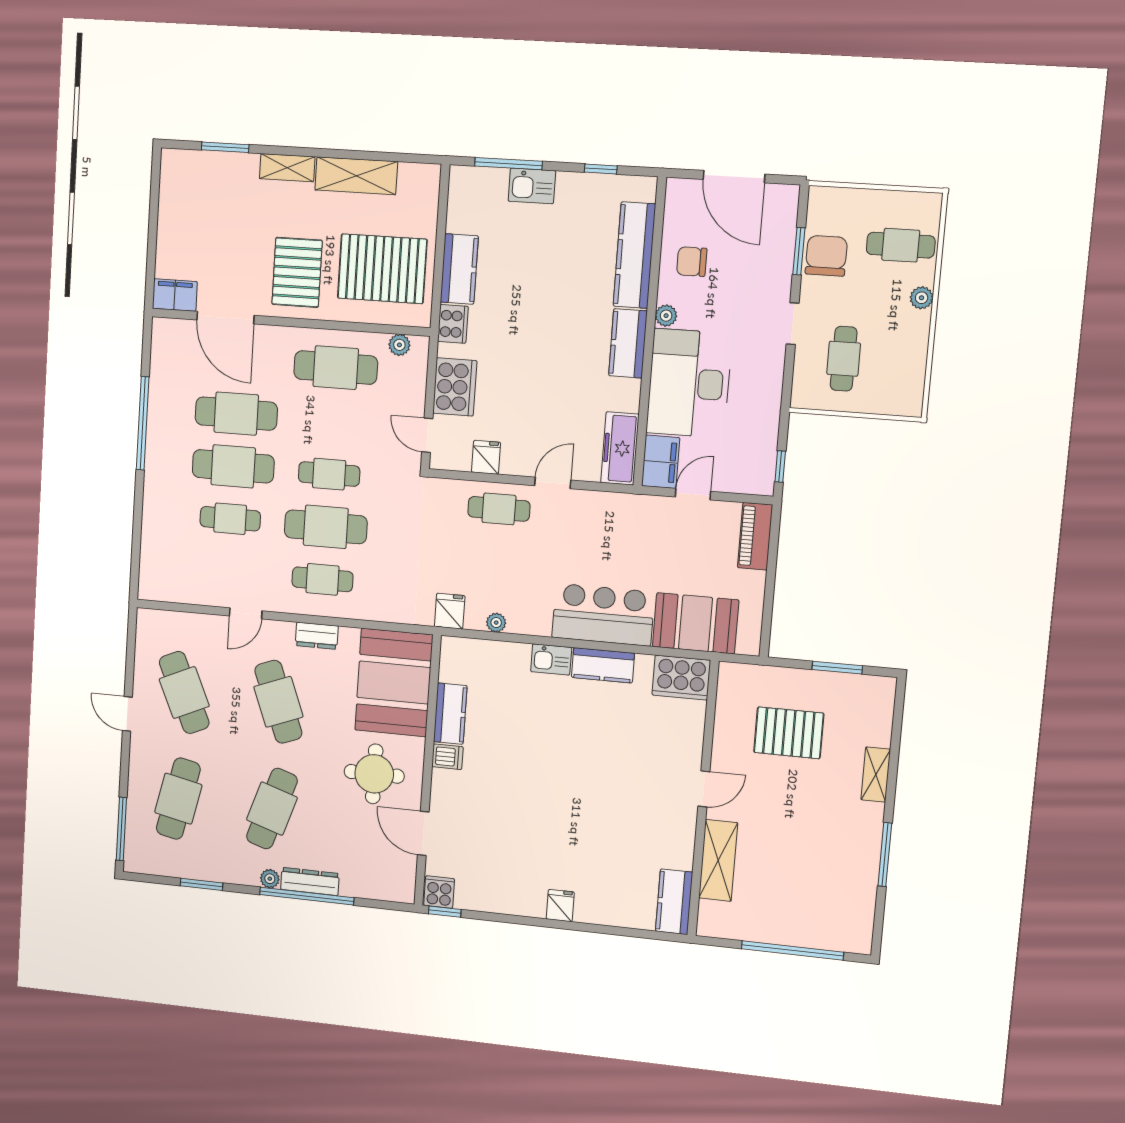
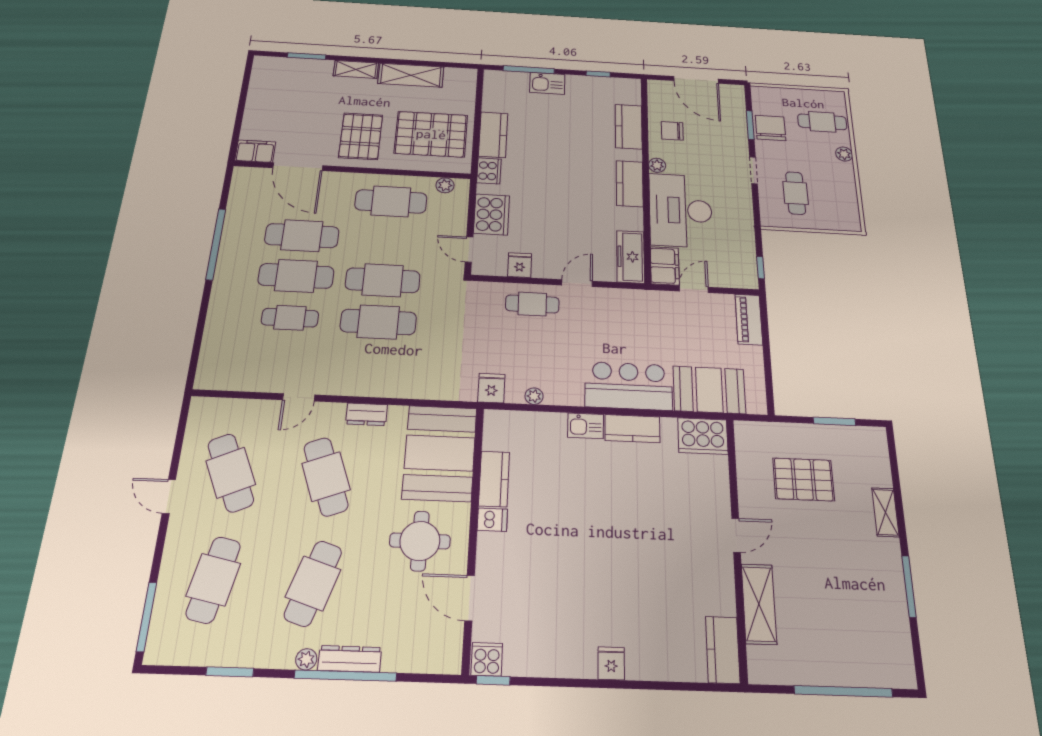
kitchen counter: (634, 255) -> (629, 127), width x0.67
cafe table: (329, 474) -> (383, 280), width x1.37, depth x1.35
cafe table: (322, 579) -> (374, 365), removed

